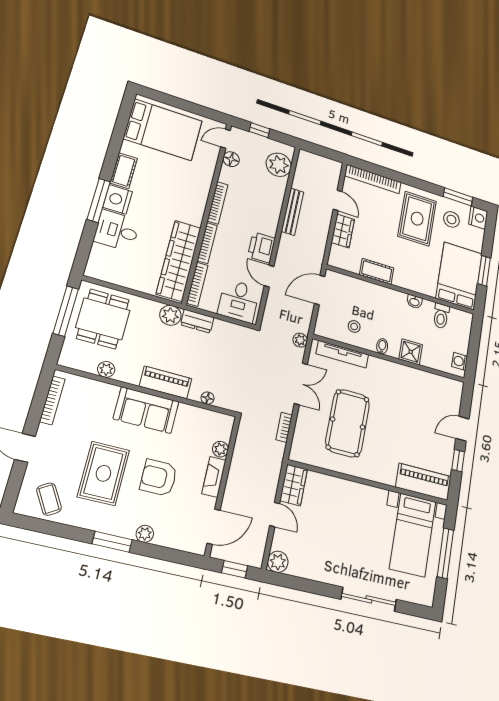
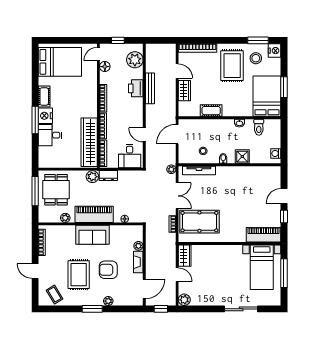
printer: (261, 247) -> (136, 88), moved
piano: (166, 382) -> (94, 214), width x1.37, depth x1.33
pool table: (348, 423) -> (199, 222), moved, turned 90

